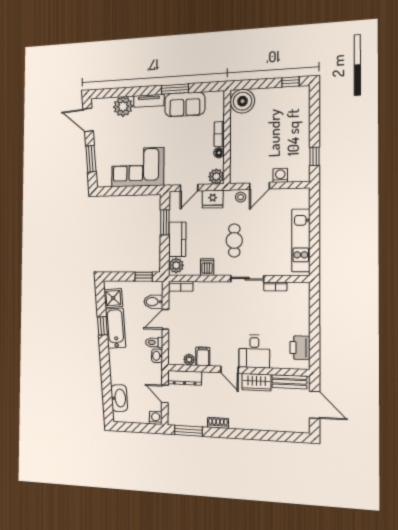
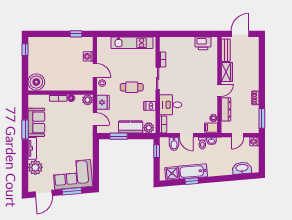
corner sofa: (138, 167) -> (73, 175), moved, turned 85
desk: (254, 351) -> (171, 105), moved, turned 180
filing cabinet: (203, 356) -> (211, 128), moved
dresser: (185, 378) -> (226, 109), moved

